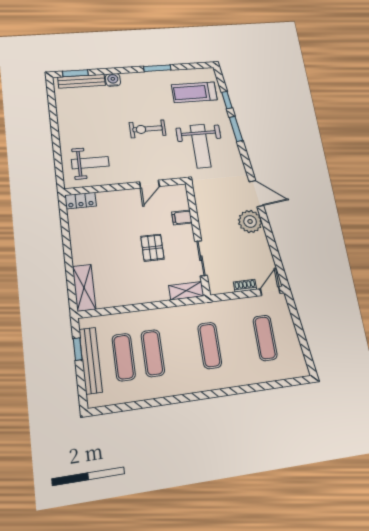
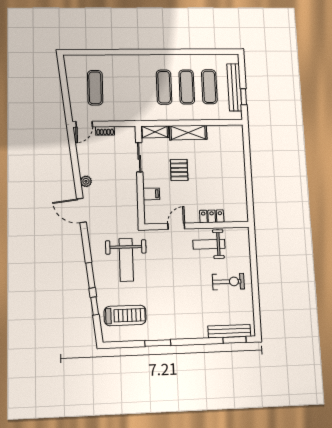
water cooler: (113, 80) -> (201, 332), removed
exercise bike: (148, 129) -> (228, 282), moved
weight bench: (201, 146) -> (126, 260), turned 180
weight bench: (90, 163) -> (209, 244), moved
locker: (81, 201) -> (212, 216), moved
plant: (250, 221) -> (86, 181), width x0.53, depth x0.53
shelving: (84, 288) -> (188, 133), moved, turned 90
exercise mat: (210, 345) -> (164, 87), moved

